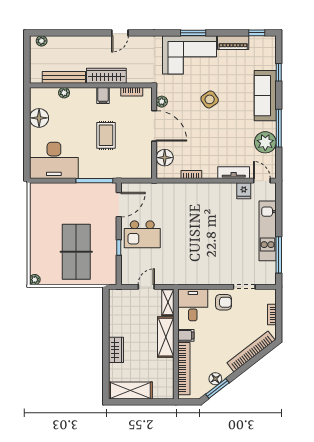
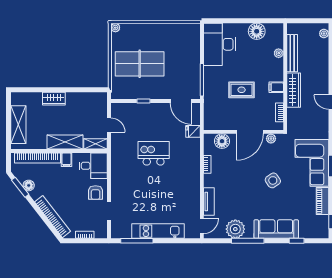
fridge: (244, 191) -> (193, 131), moved
kitchen island: (142, 234) -> (154, 153), moved, turned 90
shelving: (130, 390) -> (18, 125), moved

